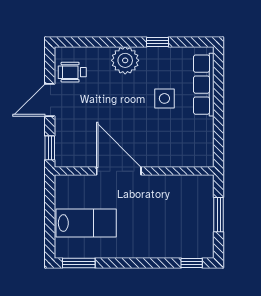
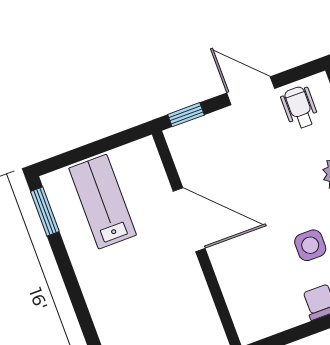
door: (119, 171) -> (189, 220), hinge flipped
lab bench: (86, 223) -> (103, 202), turned 180

